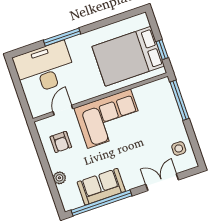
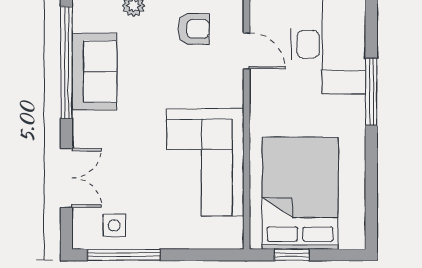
window: (180, 100) -> (124, 255), moved
corner sofa: (109, 119) -> (205, 162), moved
armchair: (61, 142) -> (194, 29), turned 180

